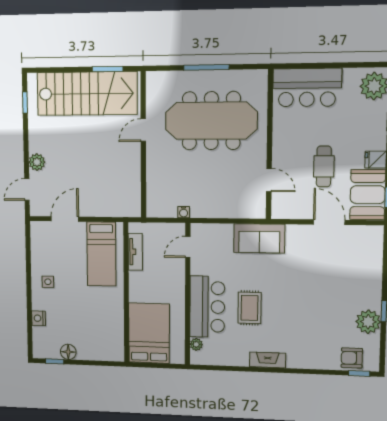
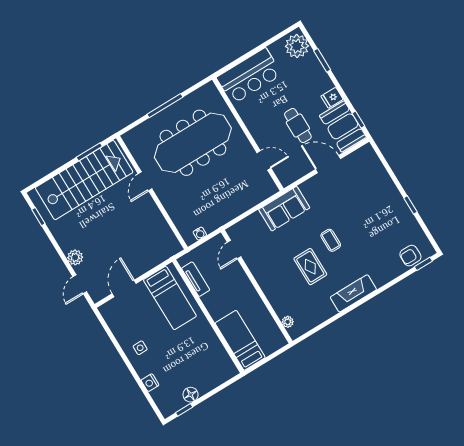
water cooler: (184, 212) -> (200, 234), moved
coffee table: (285, 296) -> (331, 240), added
bar counter: (207, 307) -> (278, 287), removed
plant: (368, 322) -> (404, 220), removed
bed: (149, 333) -> (240, 340), width x0.67
fireplace: (268, 360) -> (353, 293), width x1.37, depth x1.32

